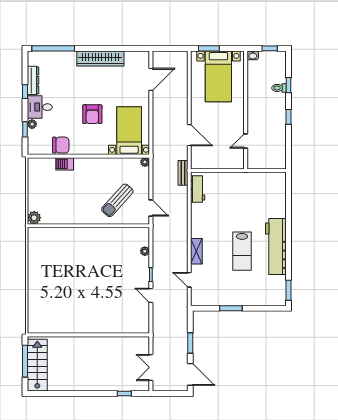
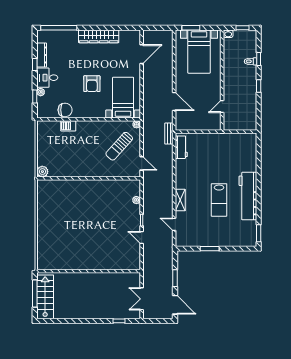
sun lounger: (117, 200) -> (119, 146), moved

